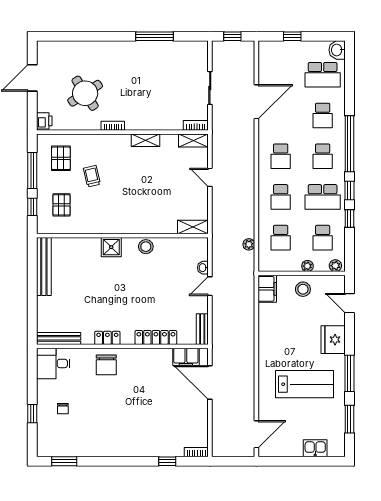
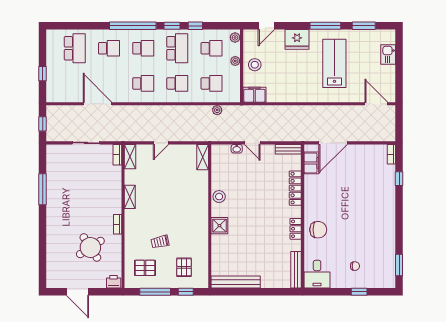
washbasin: (337, 50) -> (54, 36), removed
pallet: (61, 205) -> (184, 267), turned 90

